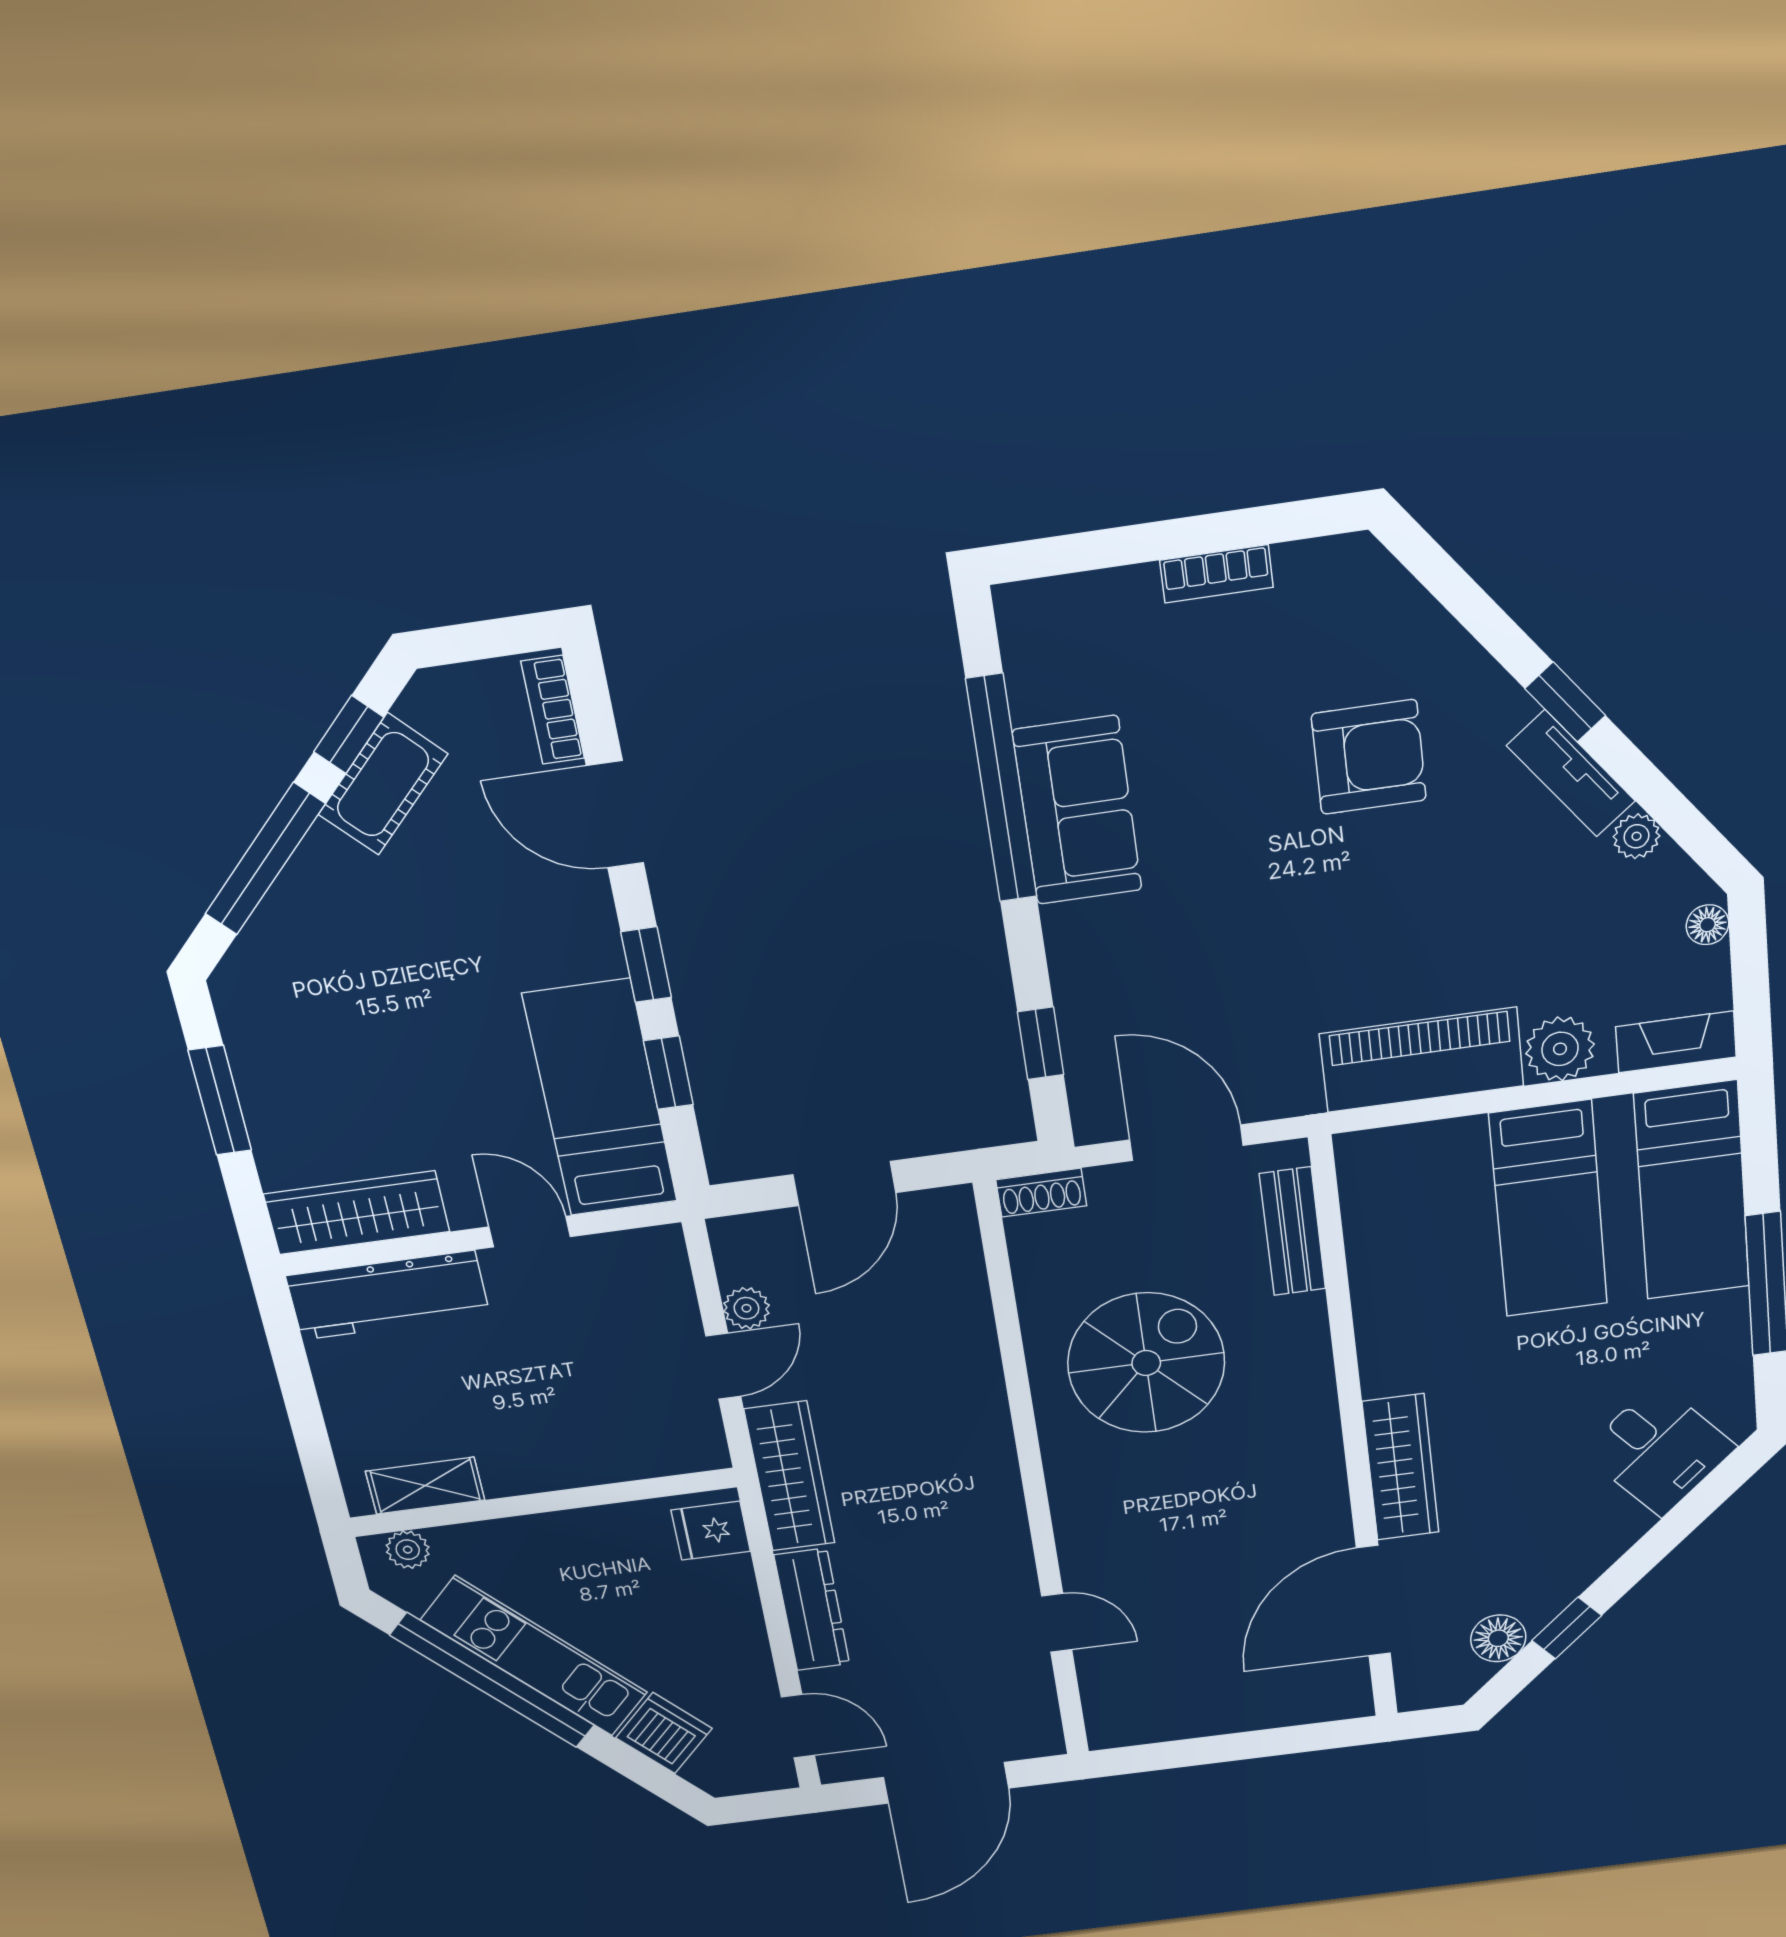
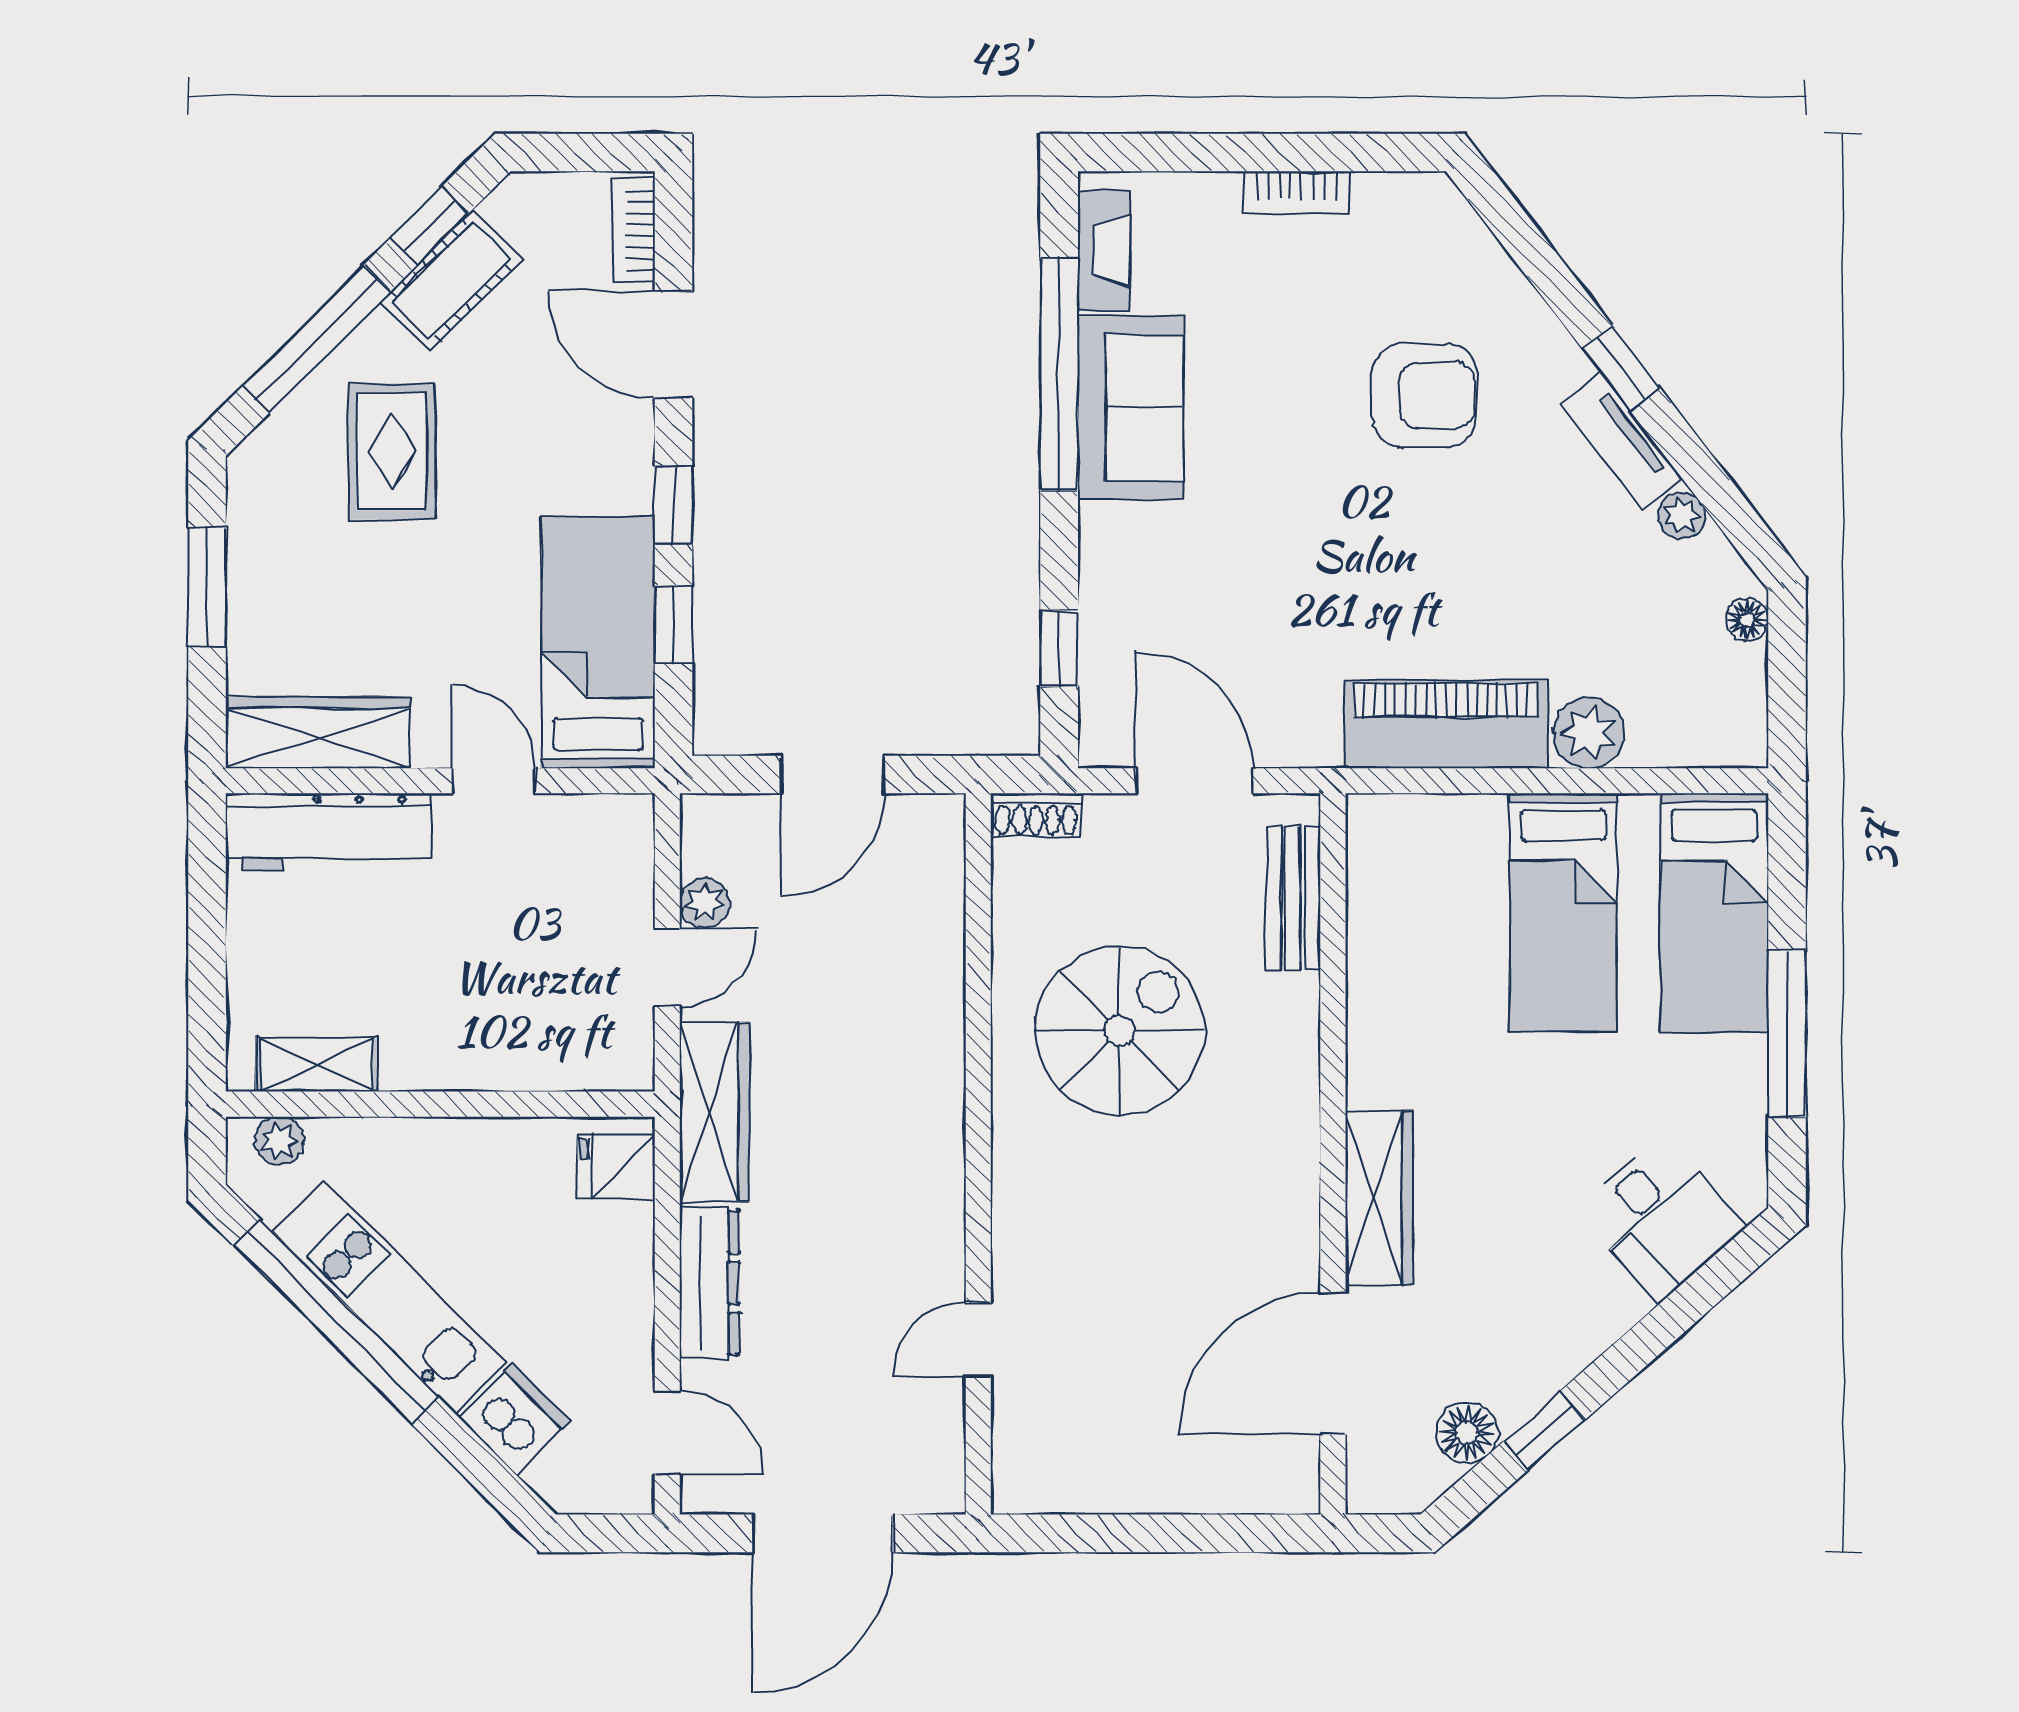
rug: (364, 954) -> (392, 452), added
fireplace: (1676, 1042) -> (1104, 251), moved, turned 90
door: (1057, 1623) -> (978, 1340), swing flipped

